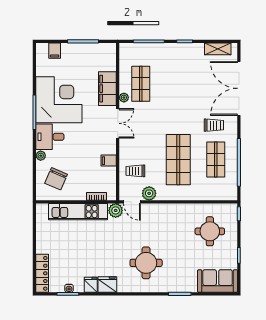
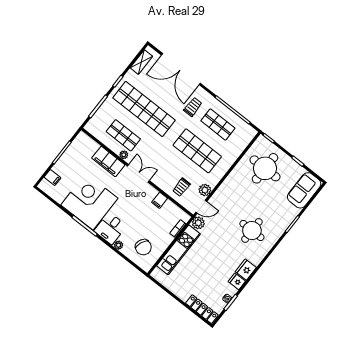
shop shelf: (178, 84) -> (144, 109), added
round table: (210, 231) -> (265, 168), width x1.36, depth x1.36

